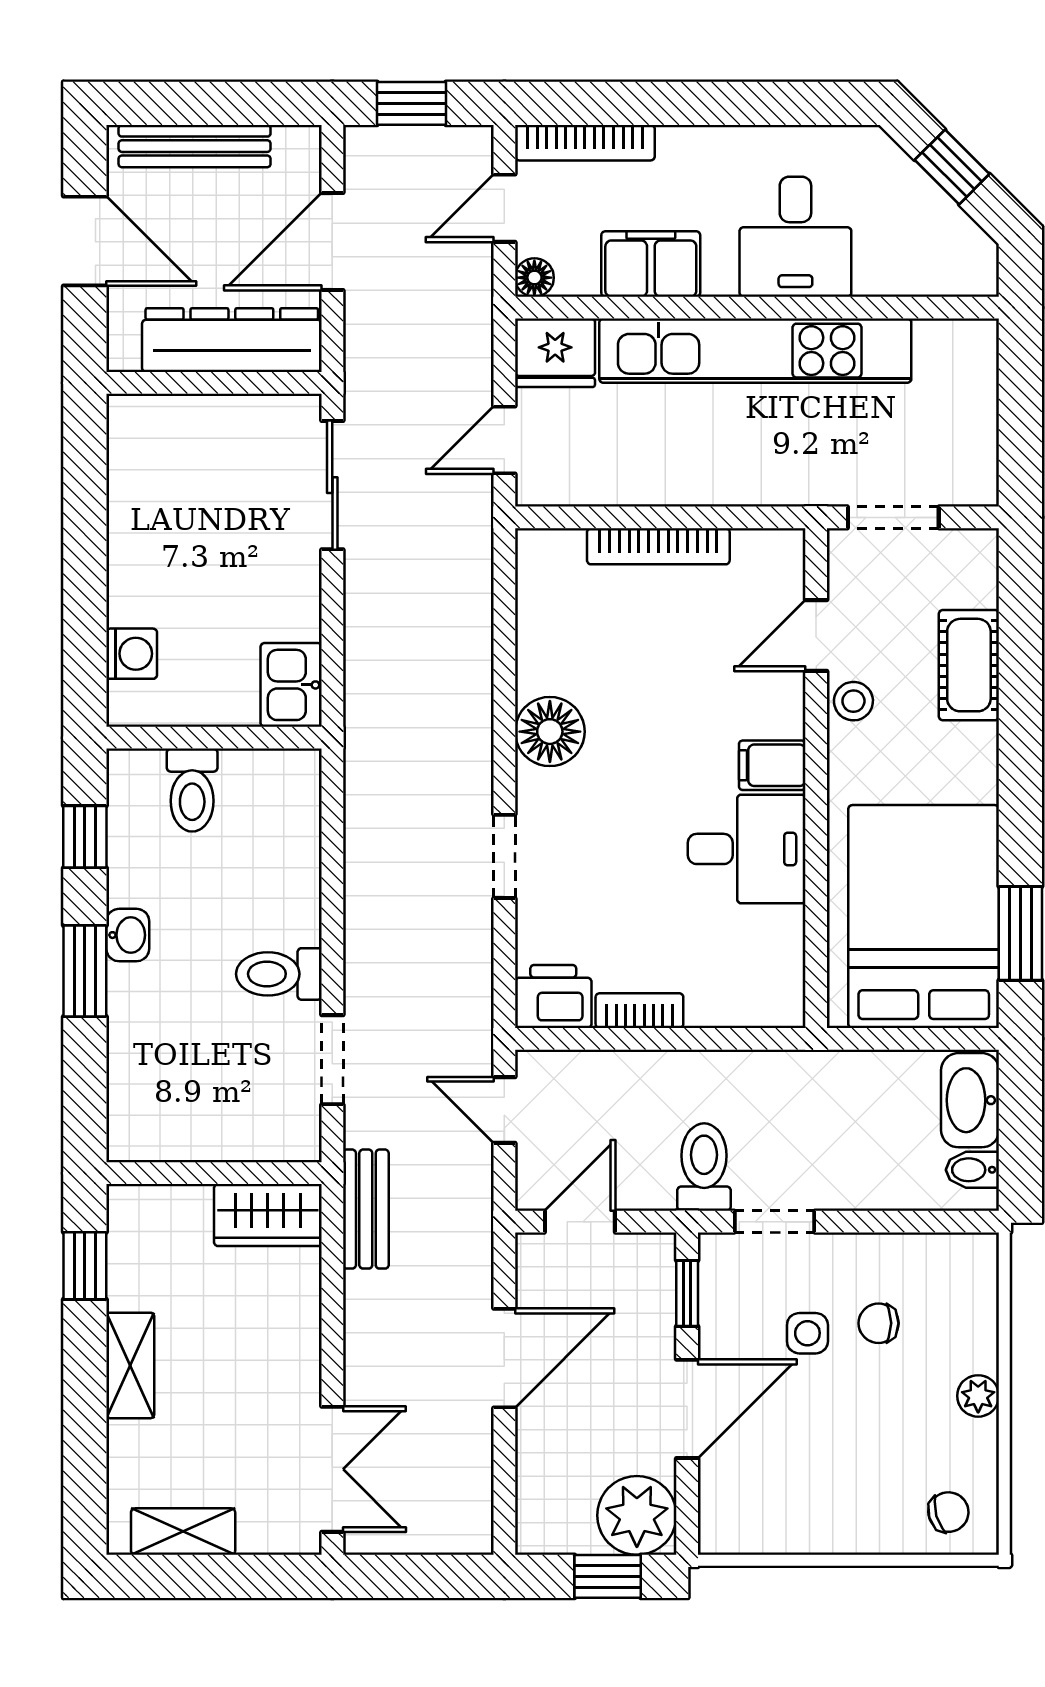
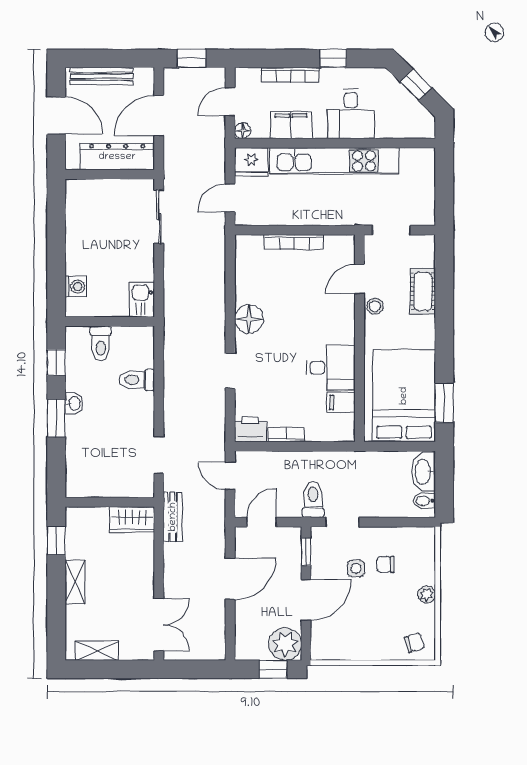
window: (753, 103) -> (333, 58), added
bookcase: (585, 143) -> (290, 75), moved
filing cabinet: (772, 765) -> (341, 402), moved
toilet: (279, 974) -> (137, 380), moved

